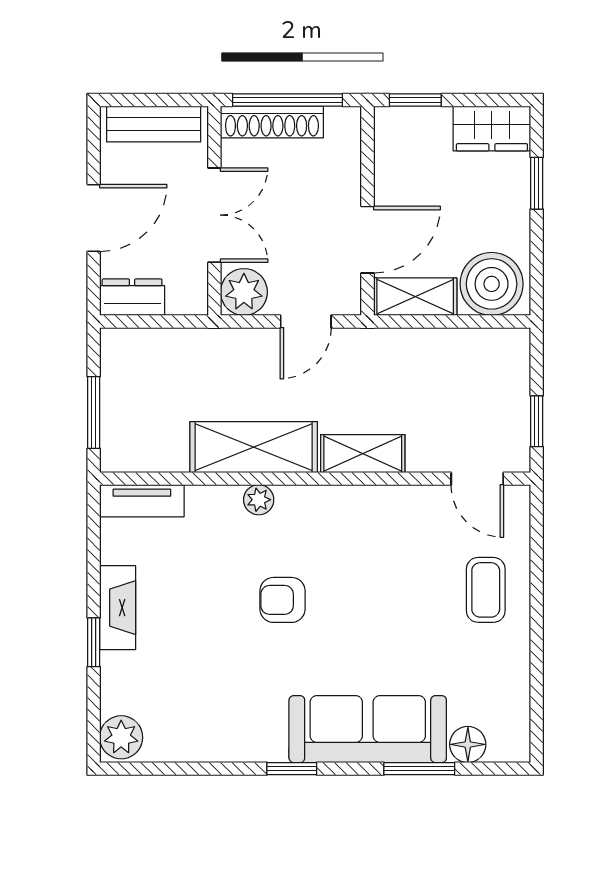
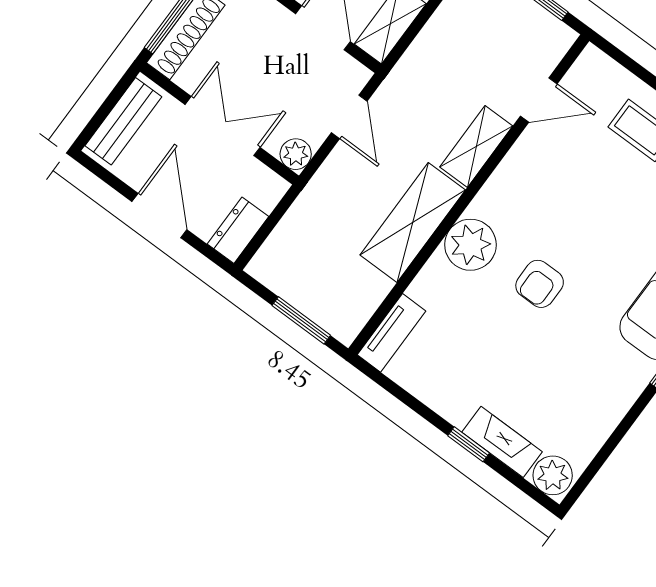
plant: (244, 292) -> (296, 154), width x0.73, depth x0.73
door: (477, 479) -> (539, 100), moved
plant: (259, 500) -> (470, 245), width x1.87, depth x1.87
fireplace: (118, 608) -> (502, 442), moved

